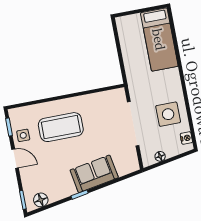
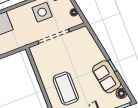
sofa: (94, 174) -> (107, 77), moved

